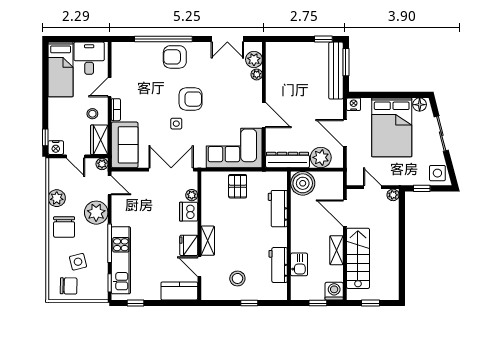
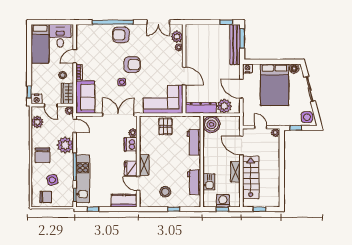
plant: (57, 198) -> (37, 122), moved
washing machine: (334, 291) -> (223, 201), moved

